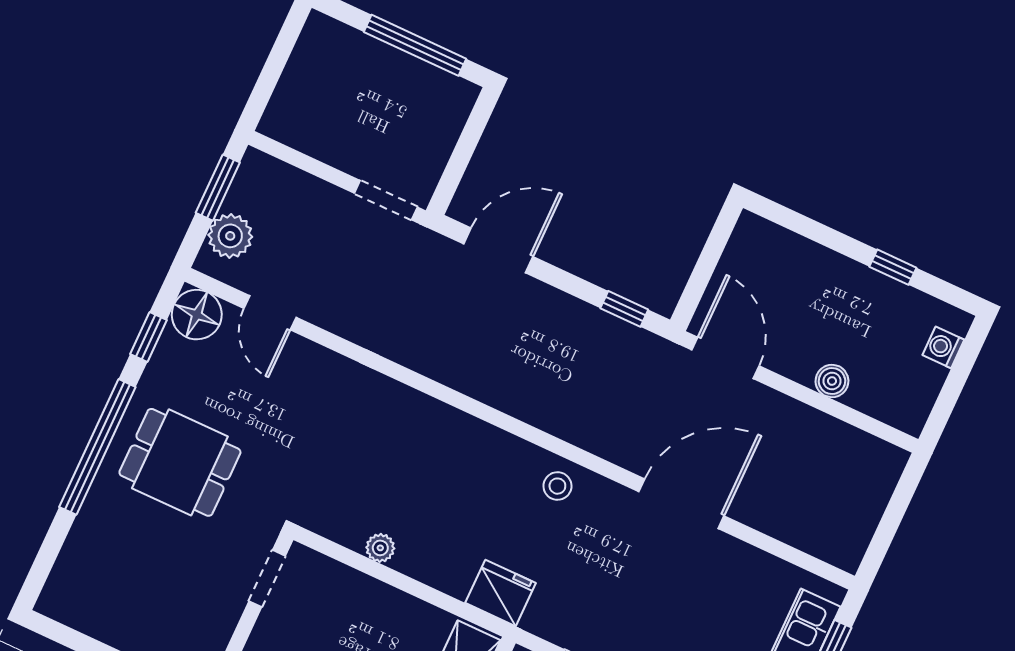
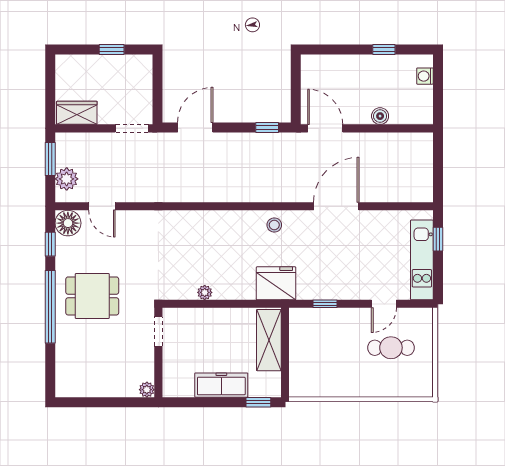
window: (415, 45) -> (112, 49), width x0.46
wardrobe: (302, 128) -> (77, 113), added
fridge: (500, 593) -> (276, 283), width x1.36, depth x1.34

